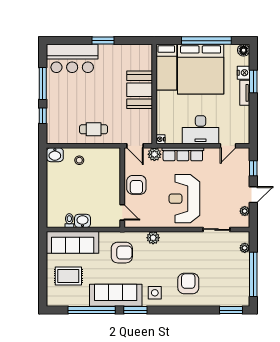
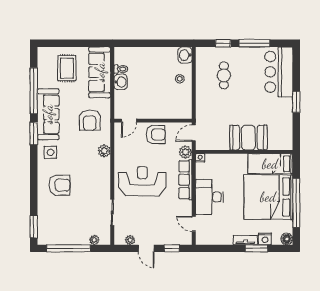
cafe table: (94, 129) -> (224, 75), moved
armchair: (136, 185) -> (156, 135), turned 180

